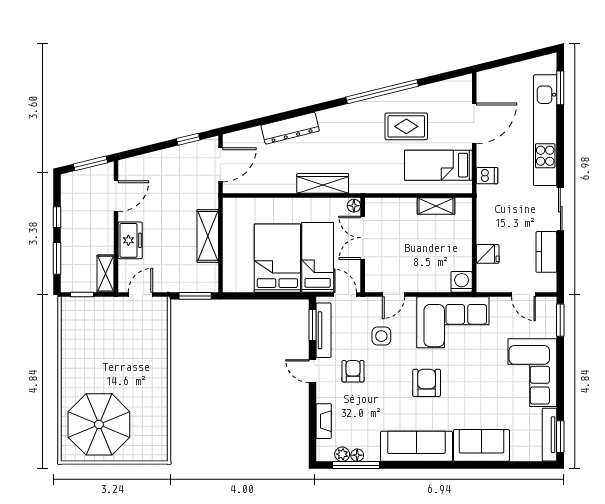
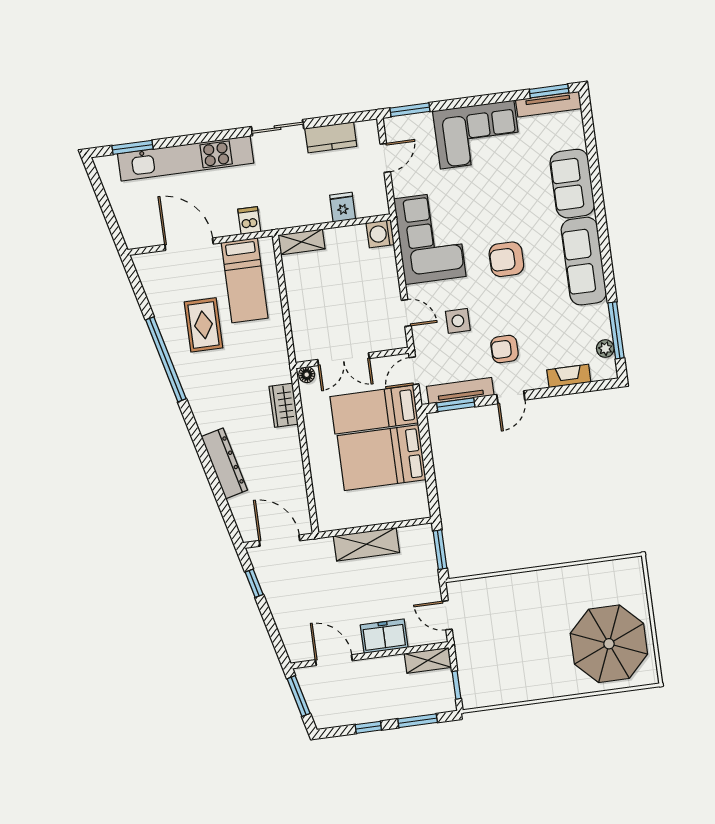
wardrobe: (323, 183) -> (284, 405), width x0.67
shelving: (436, 206) -> (302, 242), moved, turned 90
floor lamp: (357, 455) -> (604, 330), removed

